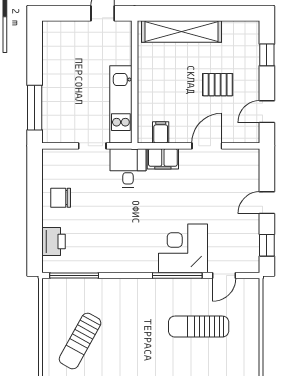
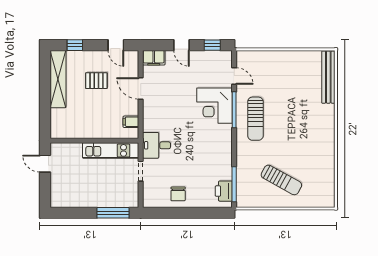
shelving: (181, 32) -> (58, 79), moved
pallet: (218, 85) -> (96, 81), turned 90
filing cabinet: (163, 159) -> (154, 58), moved, turned 90
printer: (53, 242) -> (224, 191), moved, turned -90
sun lounger: (199, 327) -> (255, 119), moved

